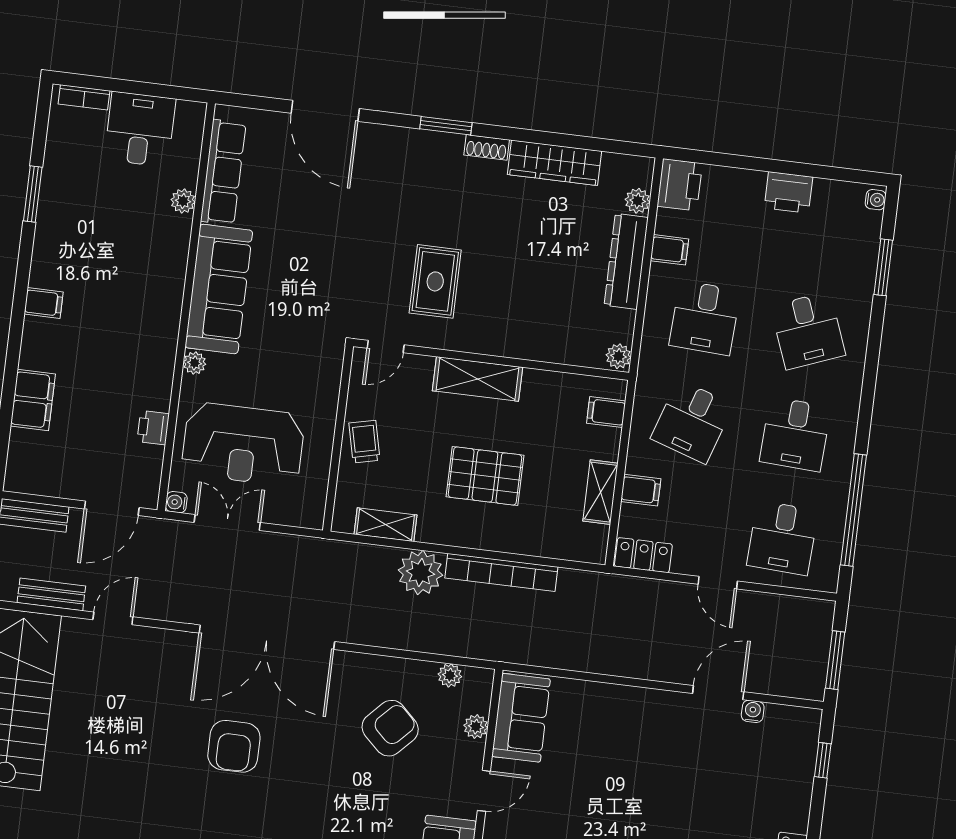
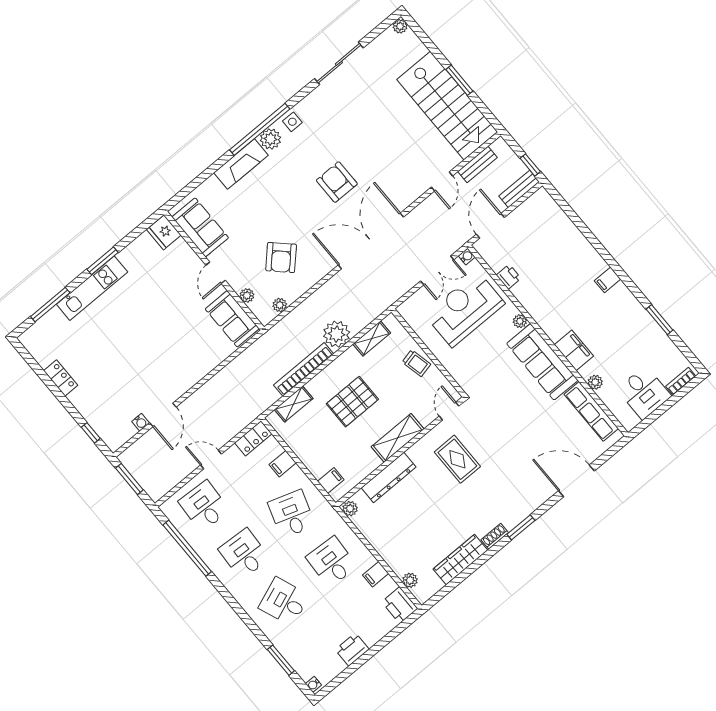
dresser: (626, 261) -> (389, 477), moved, turned 90
filing cabinet: (33, 400) -> (574, 350), moved, turned 180
shelving: (601, 492) -> (294, 404), moved, turned 90

